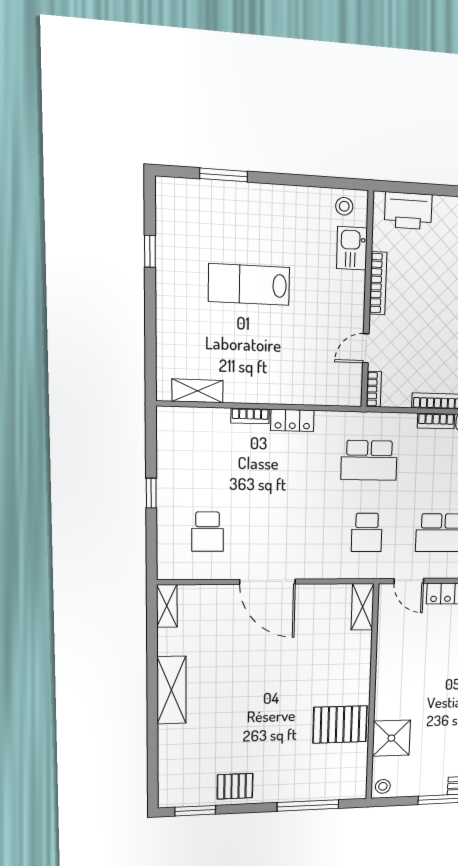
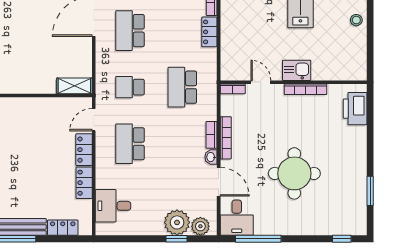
stool: (344, 206) -> (356, 20), moved
kitchen sink: (352, 248) -> (297, 70), moved
school desk: (288, 532) -> (130, 31), added

